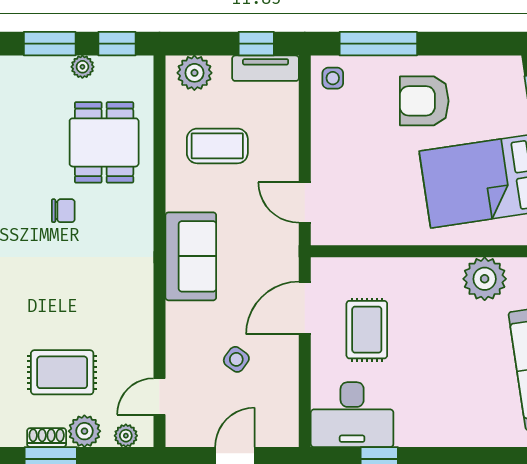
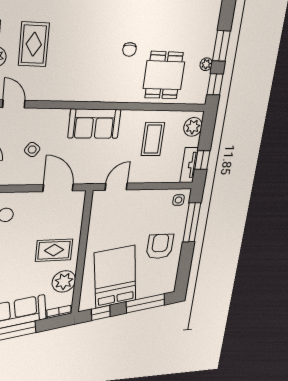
dining table: (104, 142) -> (164, 75), turned 90
rug: (367, 330) -> (54, 250), moved

